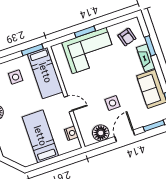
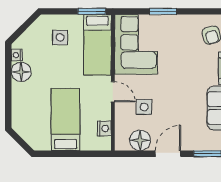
corner sofa: (89, 51) -> (136, 44), moved, turned -90
side table: (113, 103) -> (144, 107), moved

